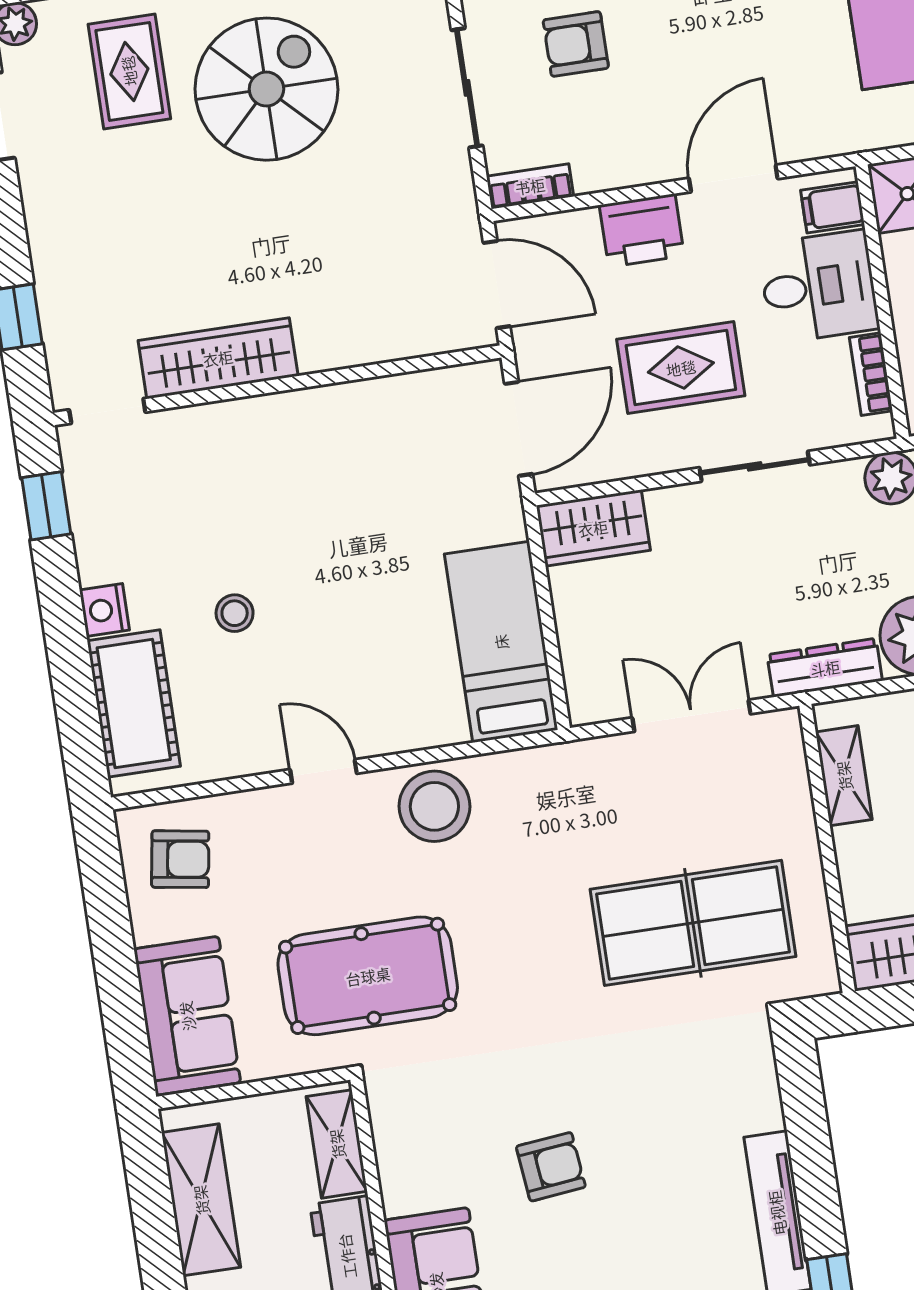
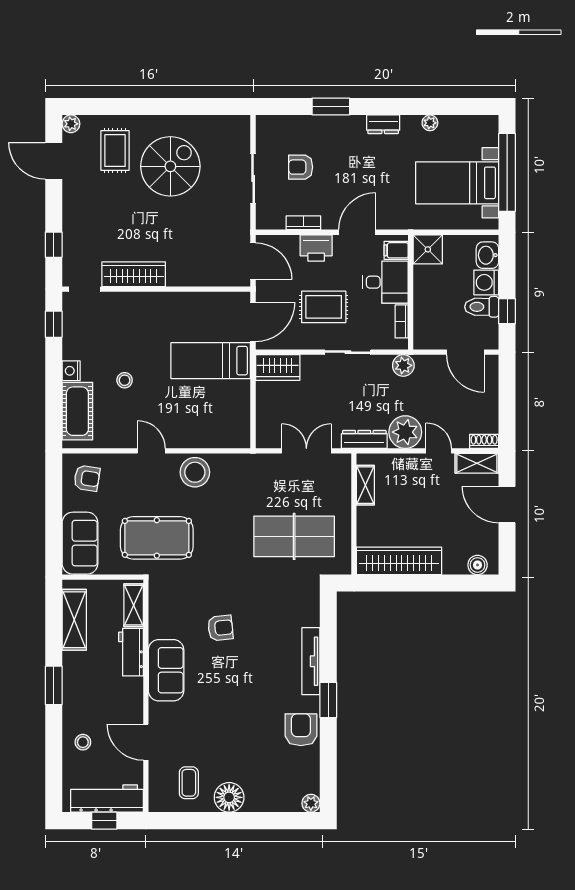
bookcase: (530, 186) -> (303, 223), moved
bed: (501, 642) -> (211, 361), moved, turned -90

